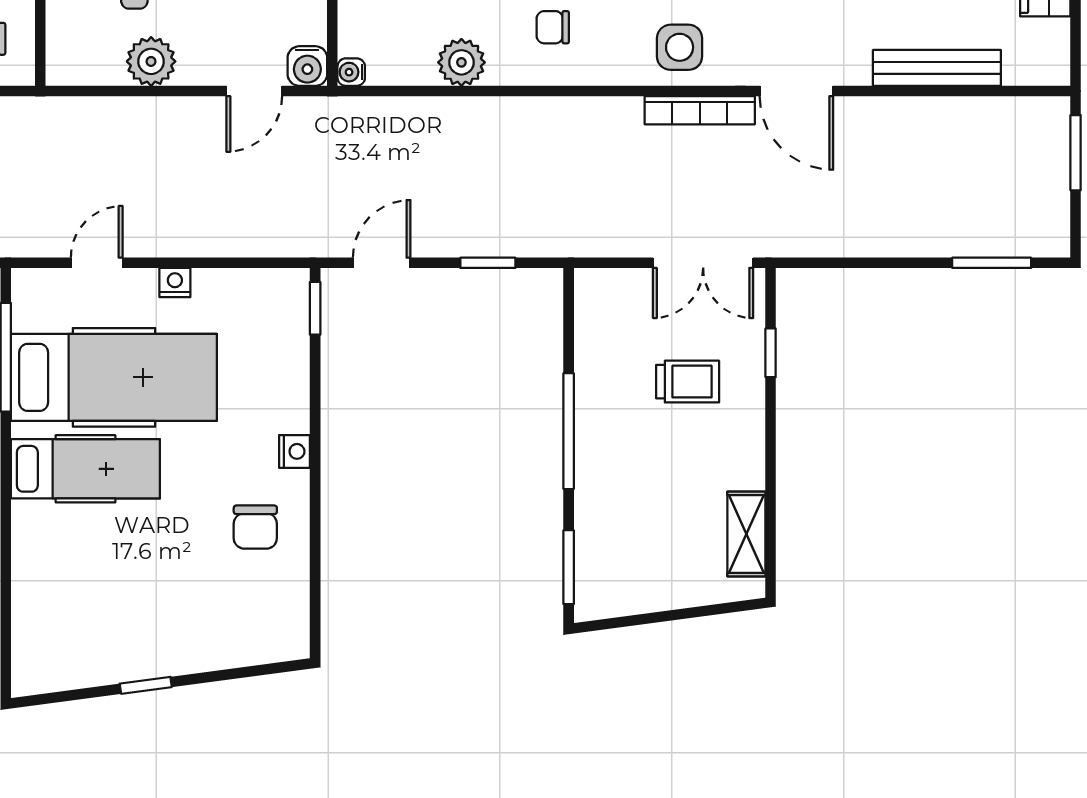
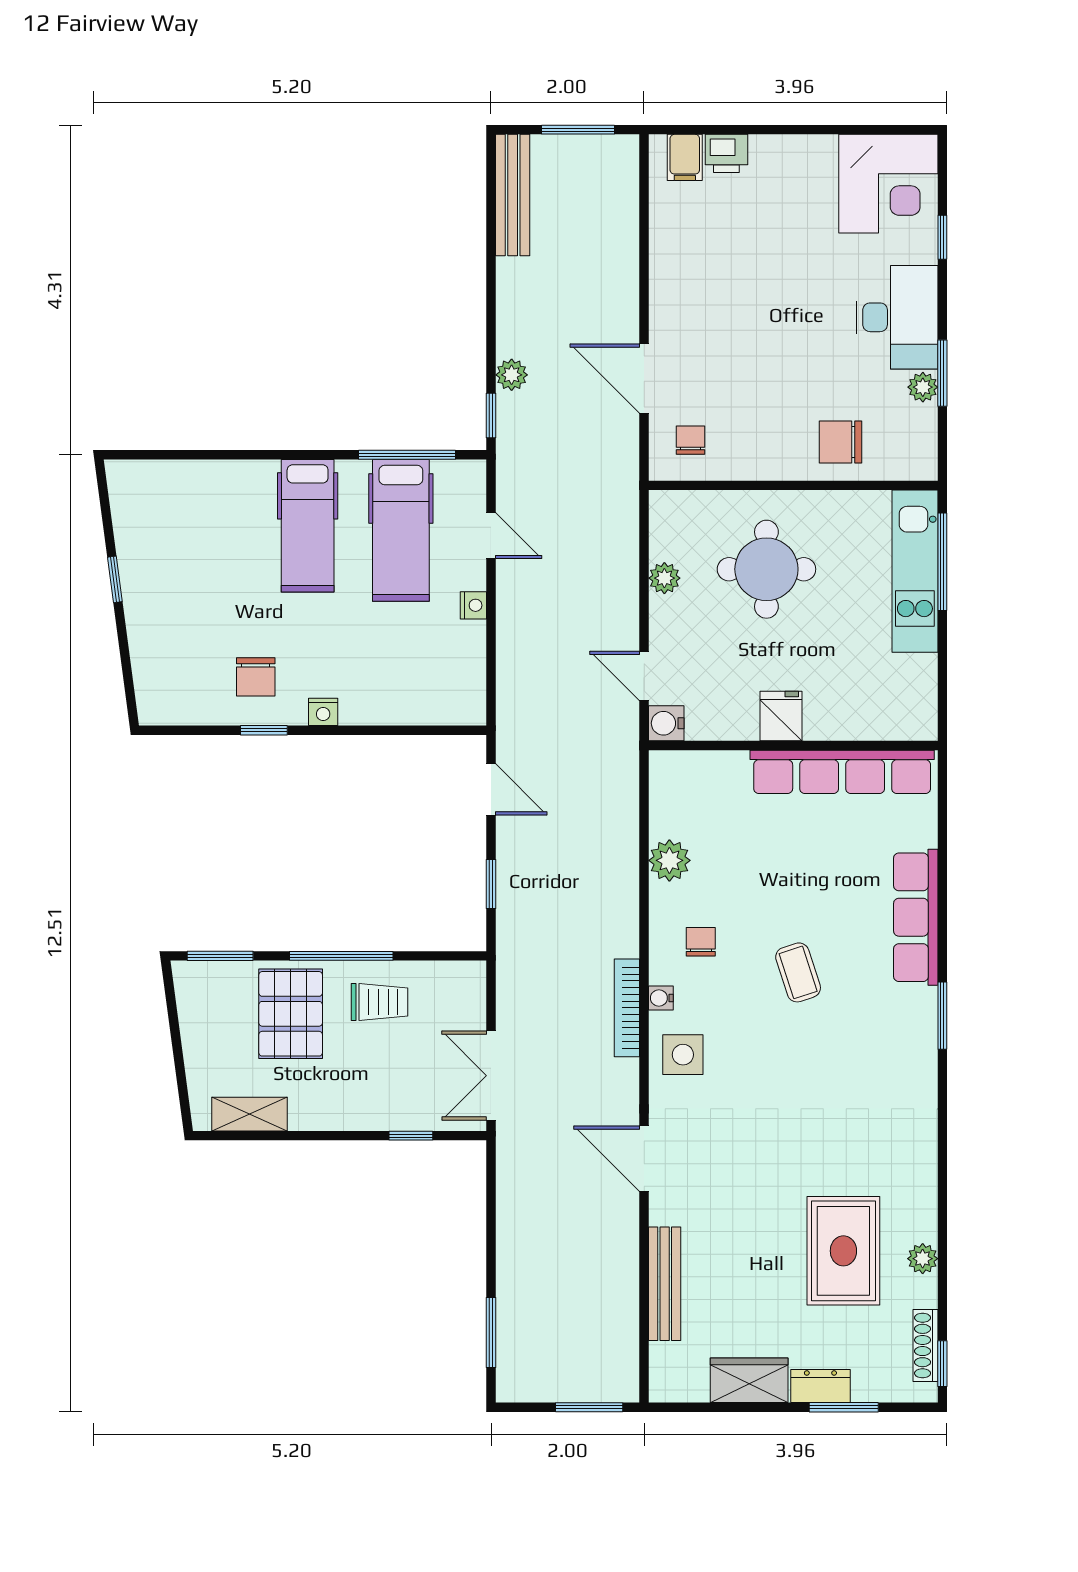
plant: (151, 61) -> (664, 578), width x0.73, depth x0.73
water cooler: (351, 72) -> (661, 998), moved, turned -90
door: (796, 91) -> (644, 1159), hinge flipped
bookcase: (700, 110) -> (627, 1008), moved
window: (315, 308) -> (264, 730), moved
hospital bed: (114, 377) -> (401, 530), width x0.73, depth x0.78
trolley: (688, 382) -> (379, 1002), moved, turned -90
pallet: (634, 488) -> (291, 1014), added
chair: (255, 527) -> (256, 677), turned -90

